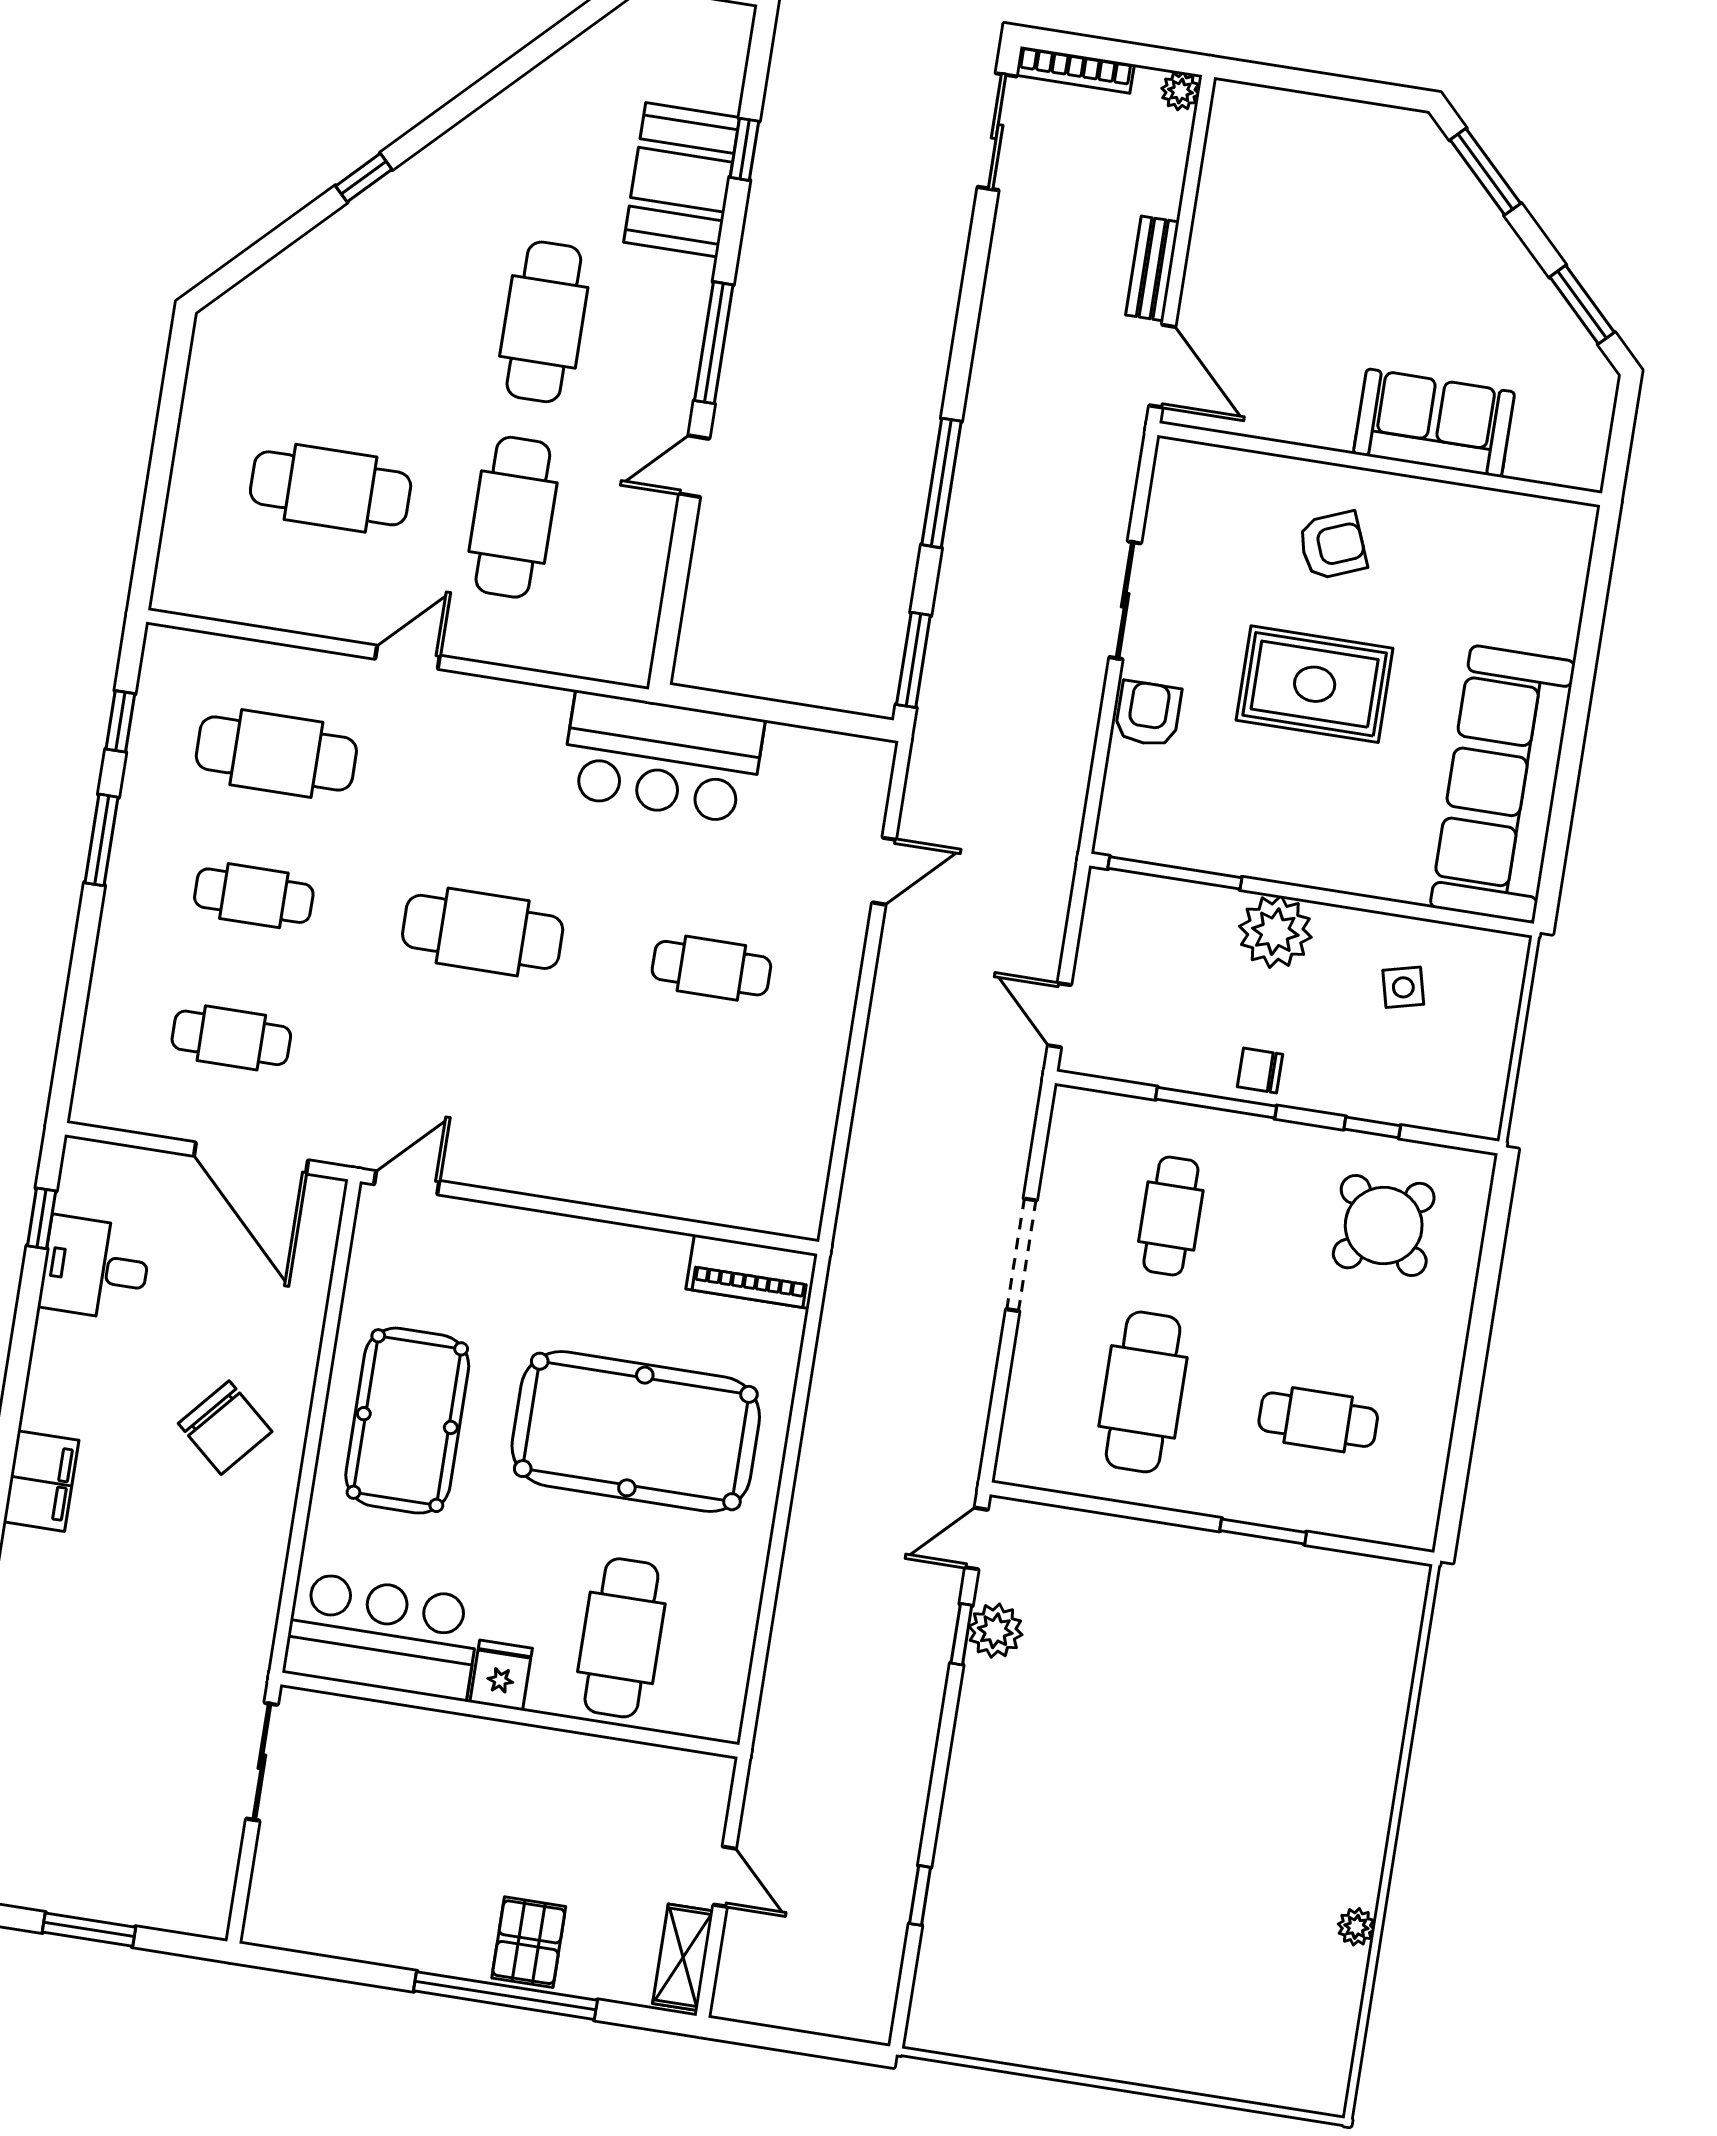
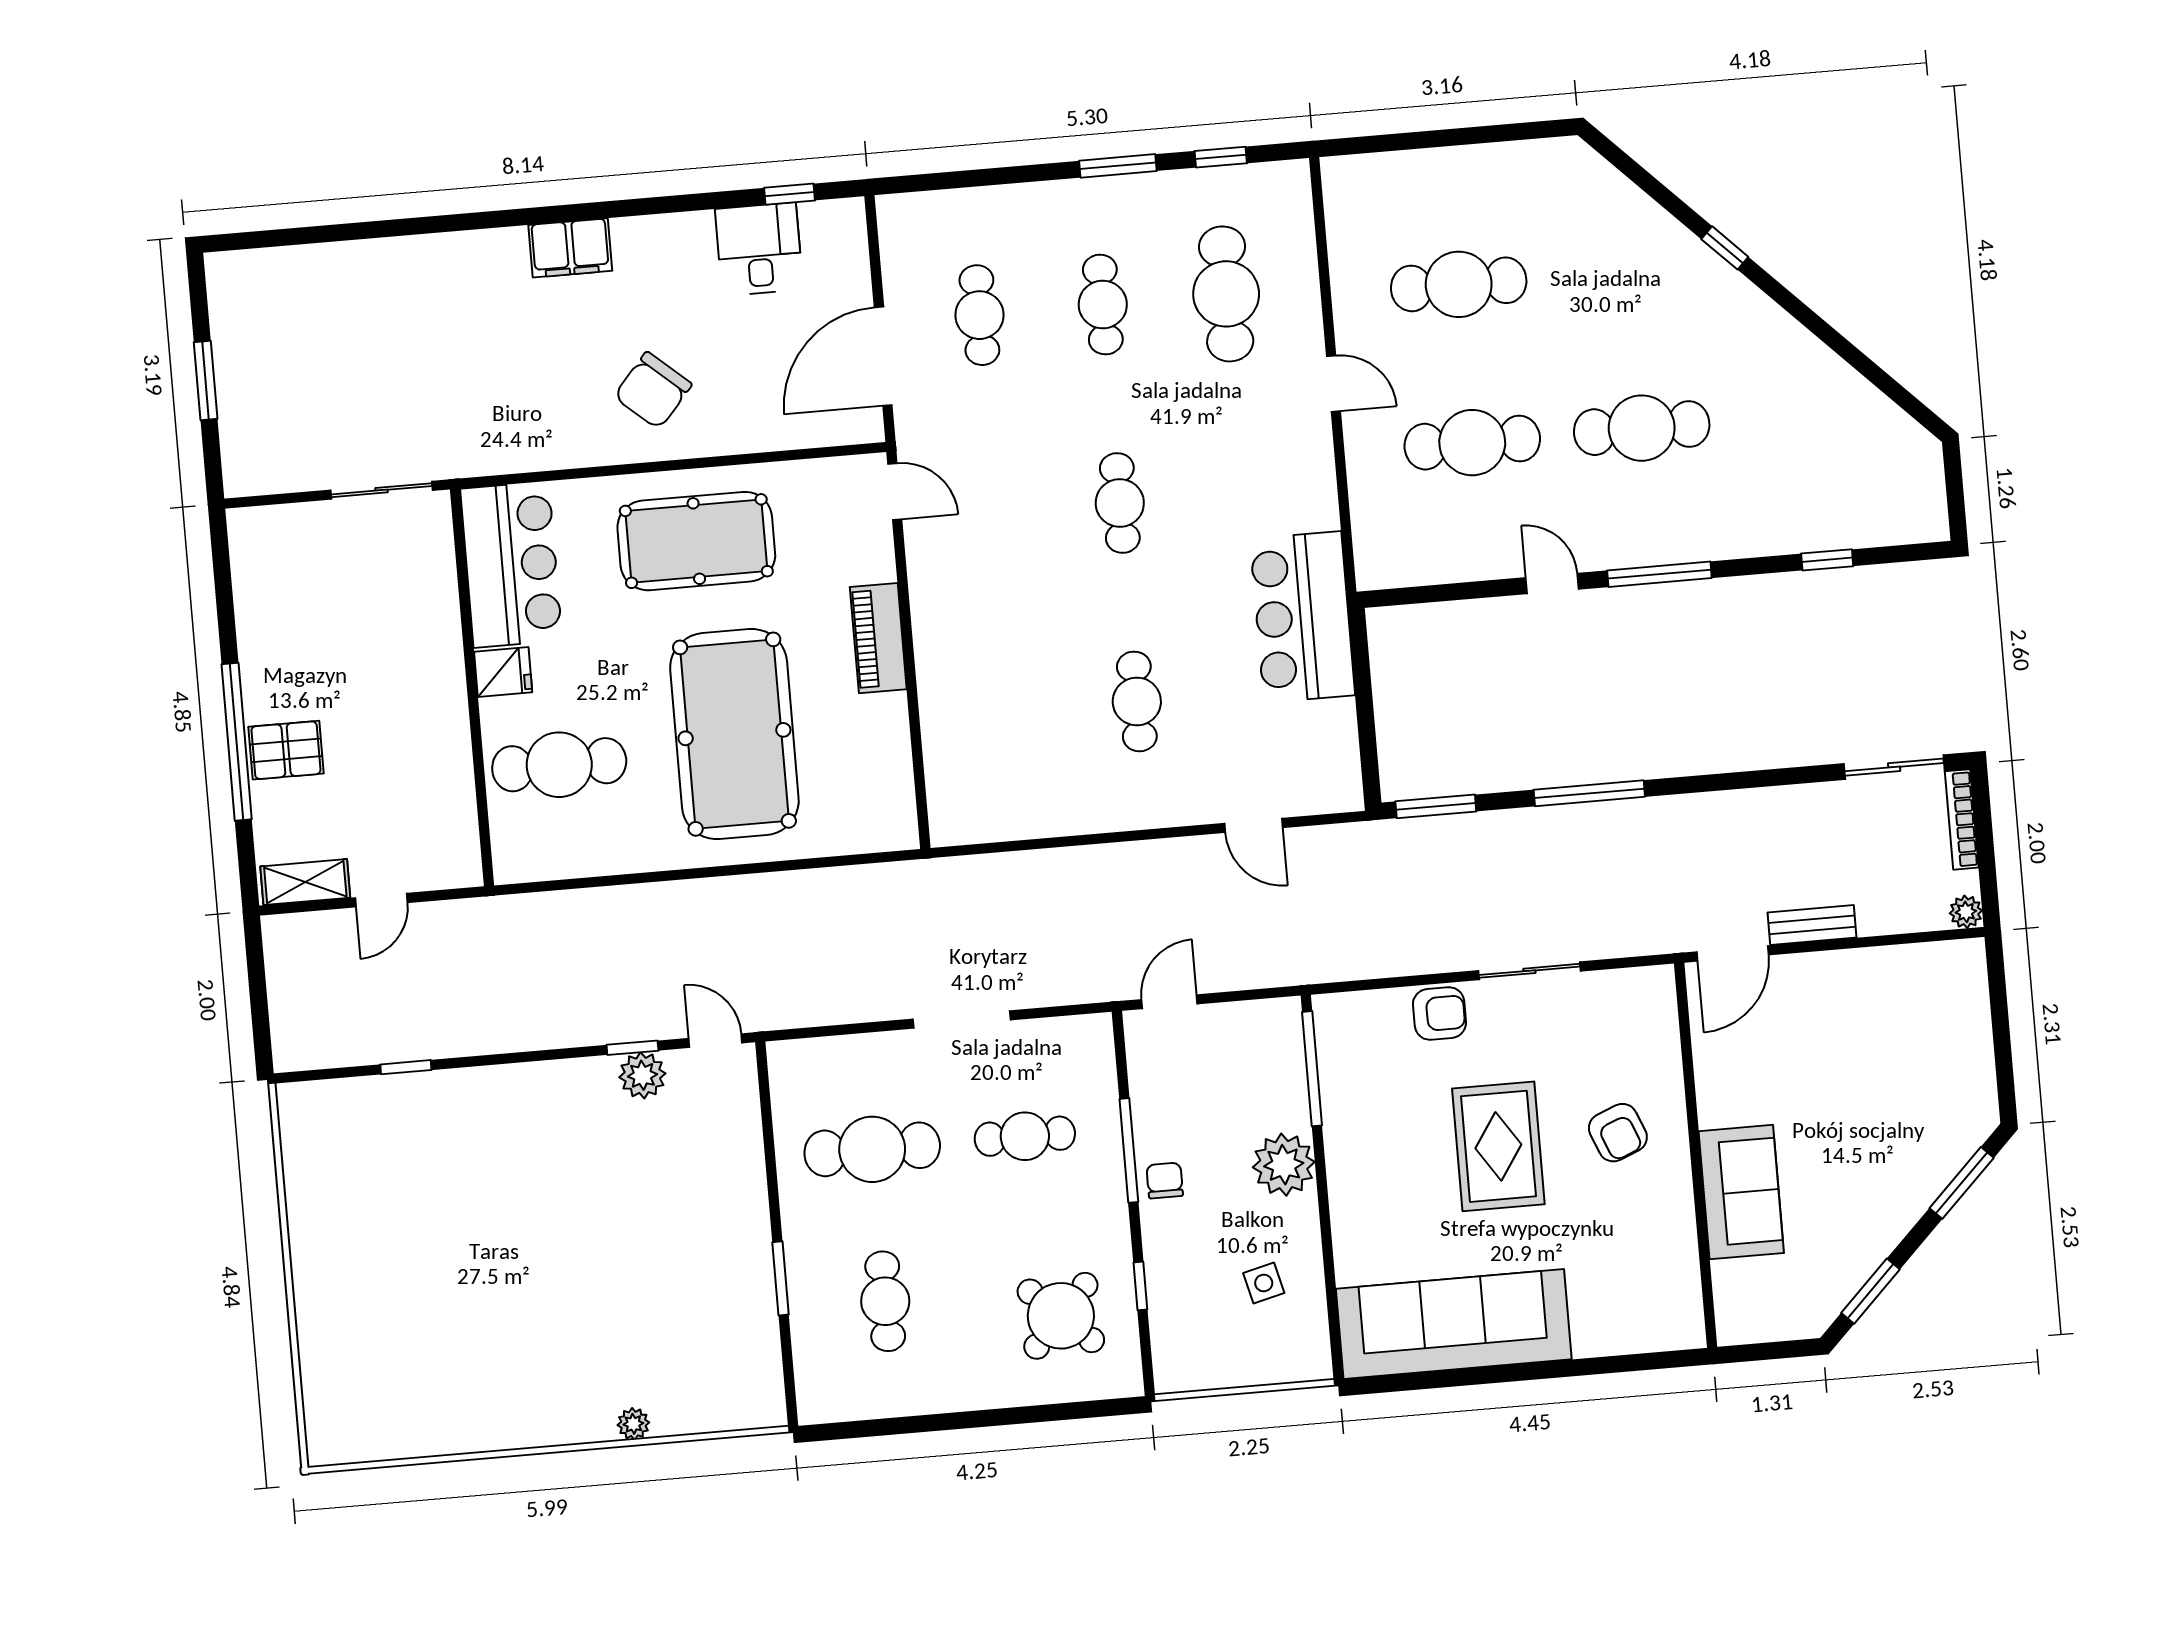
booth: (682, 180) -> (1789, 514), removed
cafe table: (331, 488) -> (1459, 284), turned 90
cafe table: (483, 932) -> (1120, 503), width x0.73, depth x0.74
piano: (752, 1271) -> (878, 638), moved
plant: (1356, 1927) -> (633, 1424), moved

